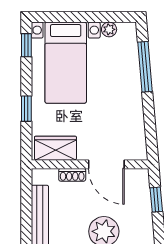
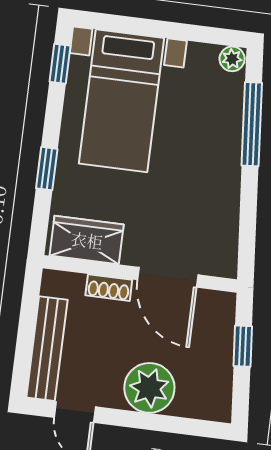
plant: (109, 29) -> (232, 59), moved

